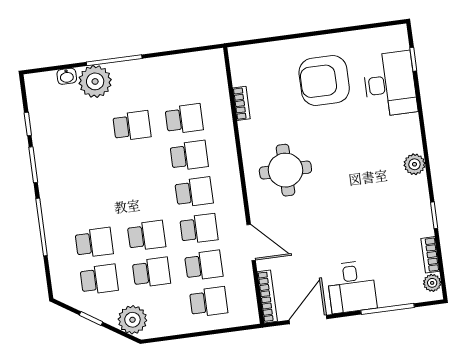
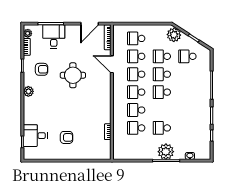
armchair: (324, 80) -> (67, 137), width x0.53, depth x0.53
plant: (95, 81) -> (166, 152), moved
desk: (390, 84) -> (35, 136), width x0.73
round table: (285, 170) -> (73, 75), moved
armchair: (394, 213) -> (42, 69), added
school desk: (94, 243) -> (162, 92), moved
desk: (352, 287) -> (54, 37), moved

